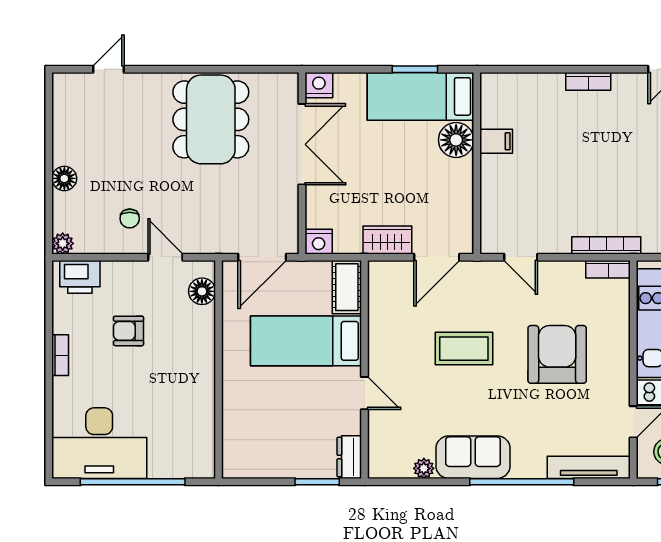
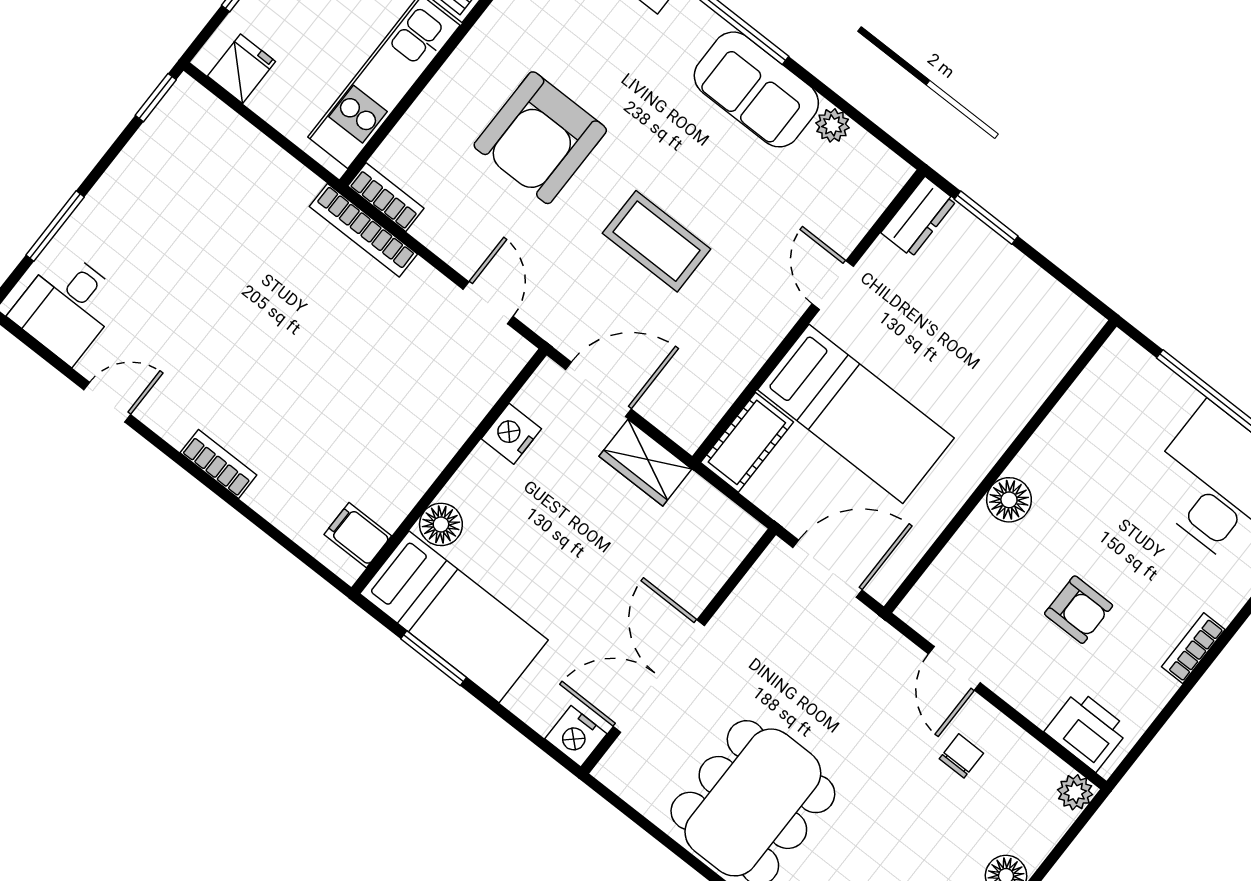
floor lamp: (456, 140) -> (441, 524), width x0.73, depth x0.73
filing cabinet: (496, 141) -> (358, 535), moved
nightstand: (319, 242) -> (511, 434), moved, turned -90
floor lamp: (202, 291) -> (1009, 500), moved

